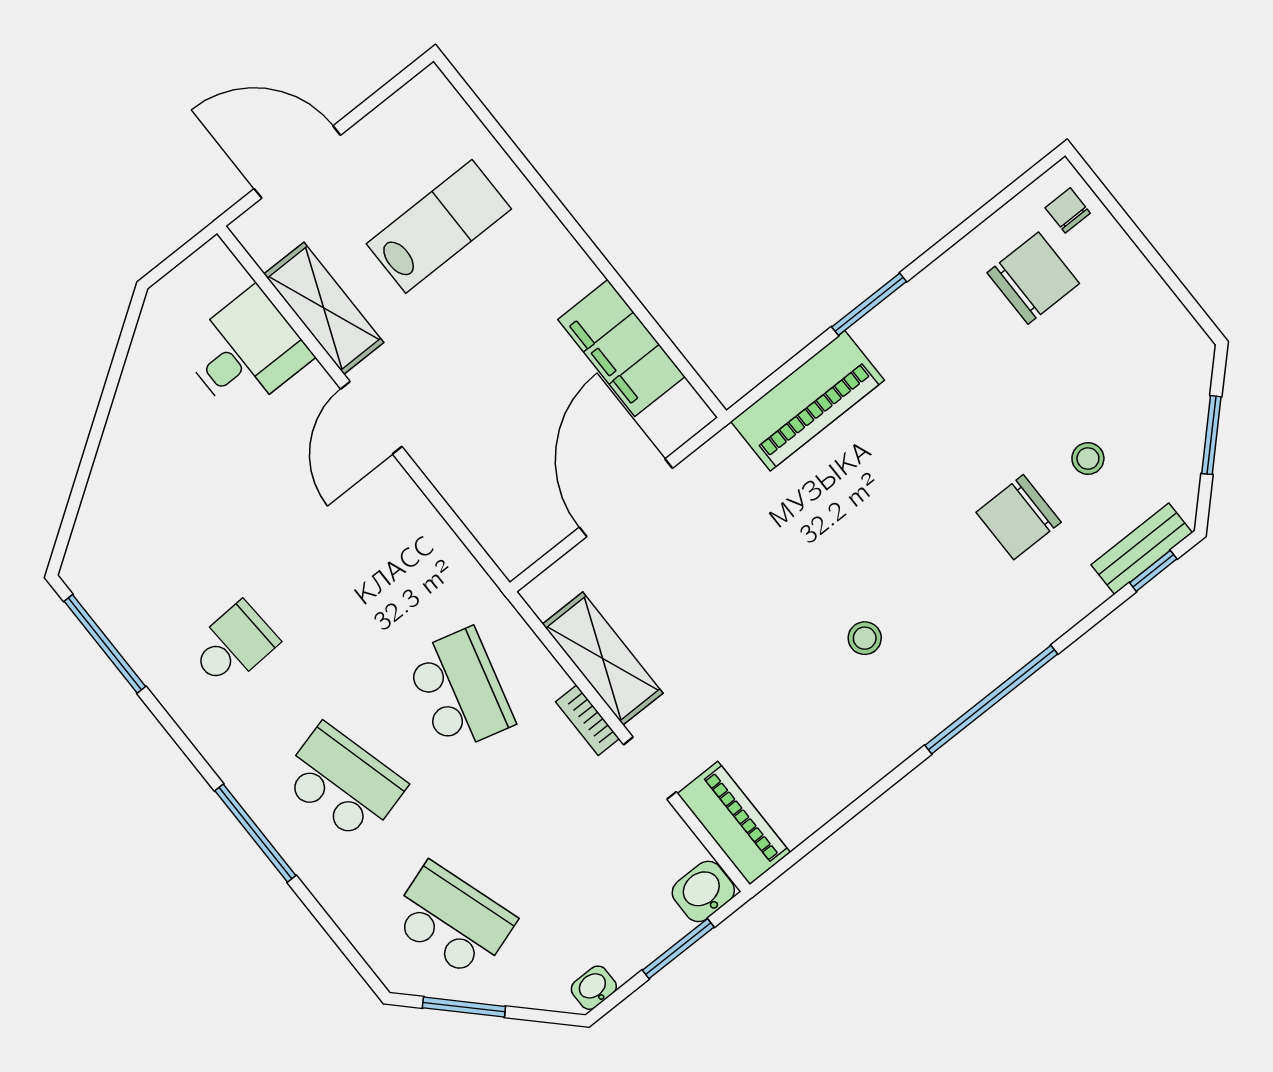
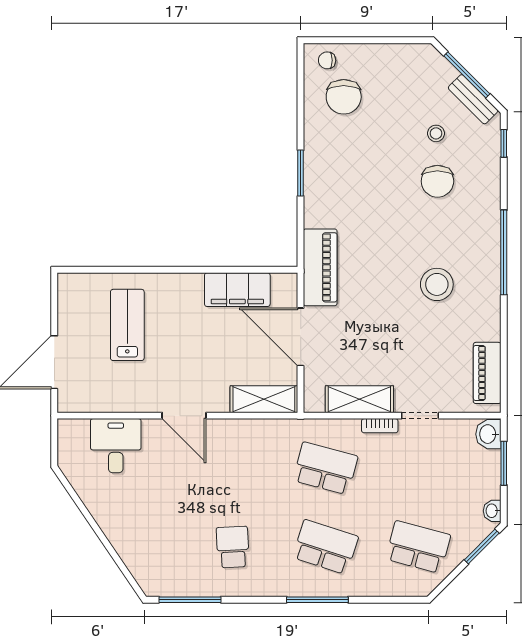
chair: (1033, 278) -> (344, 97), turned 180
shelving: (324, 308) -> (264, 399), moved
piano: (807, 401) -> (320, 267), moved
window: (1211, 435) -> (467, 75), width x1.44
bench: (1142, 549) -> (473, 99), moved, turned -45
stool: (865, 638) -> (437, 284), width x1.89, depth x1.89
school desk: (343, 783) -> (325, 547), turned 33
piano: (734, 823) -> (487, 373), moved, turned -90
school desk: (453, 920) -> (418, 547), turned 33
window: (464, 1007) -> (482, 547), moved

